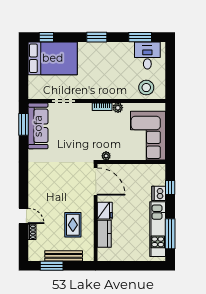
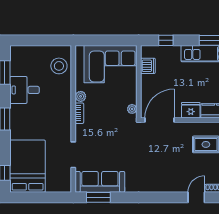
desk: (147, 55) -> (25, 90), moved
dishwasher: (159, 193) -> (148, 66), moved, turned -90

